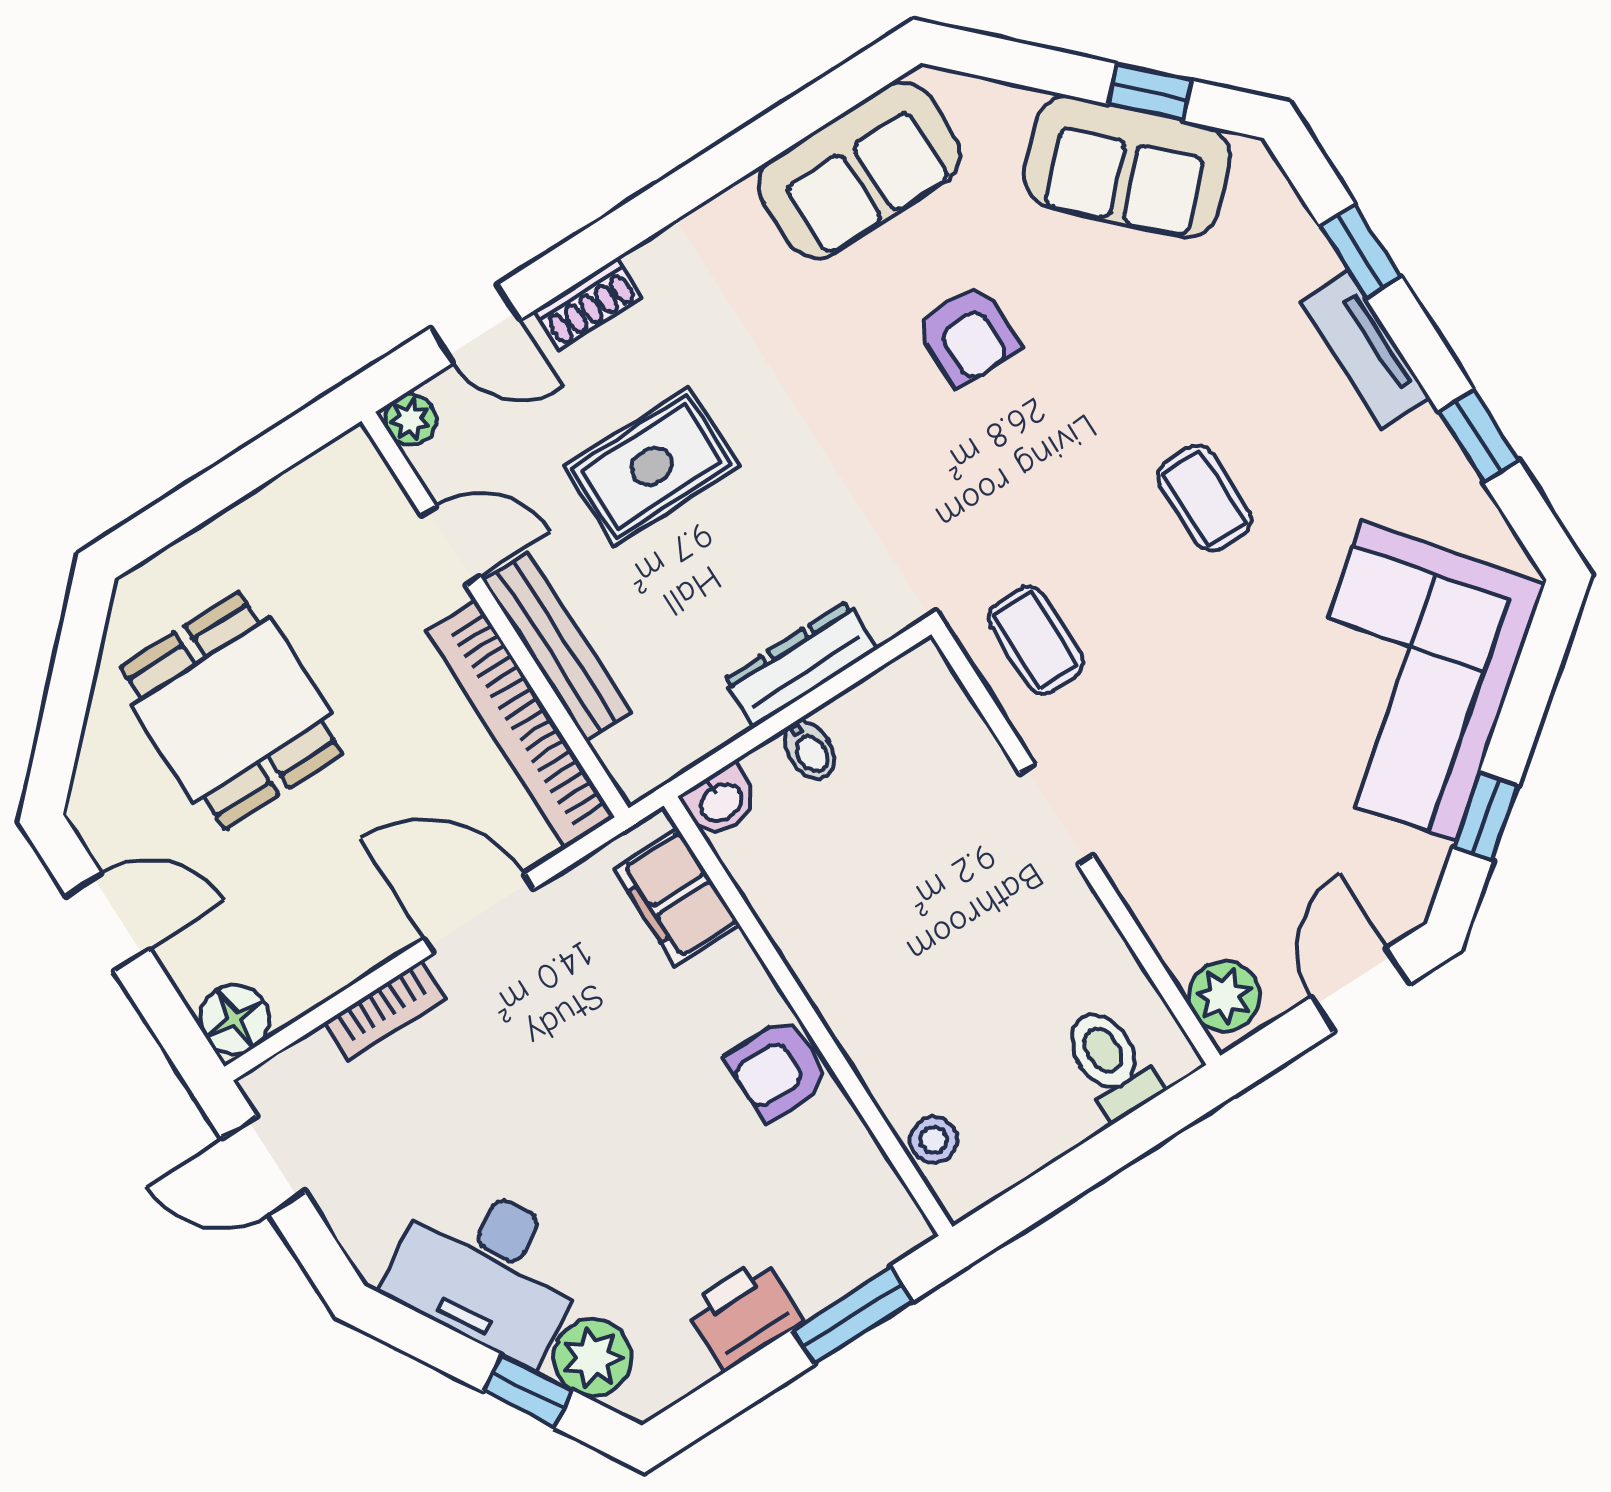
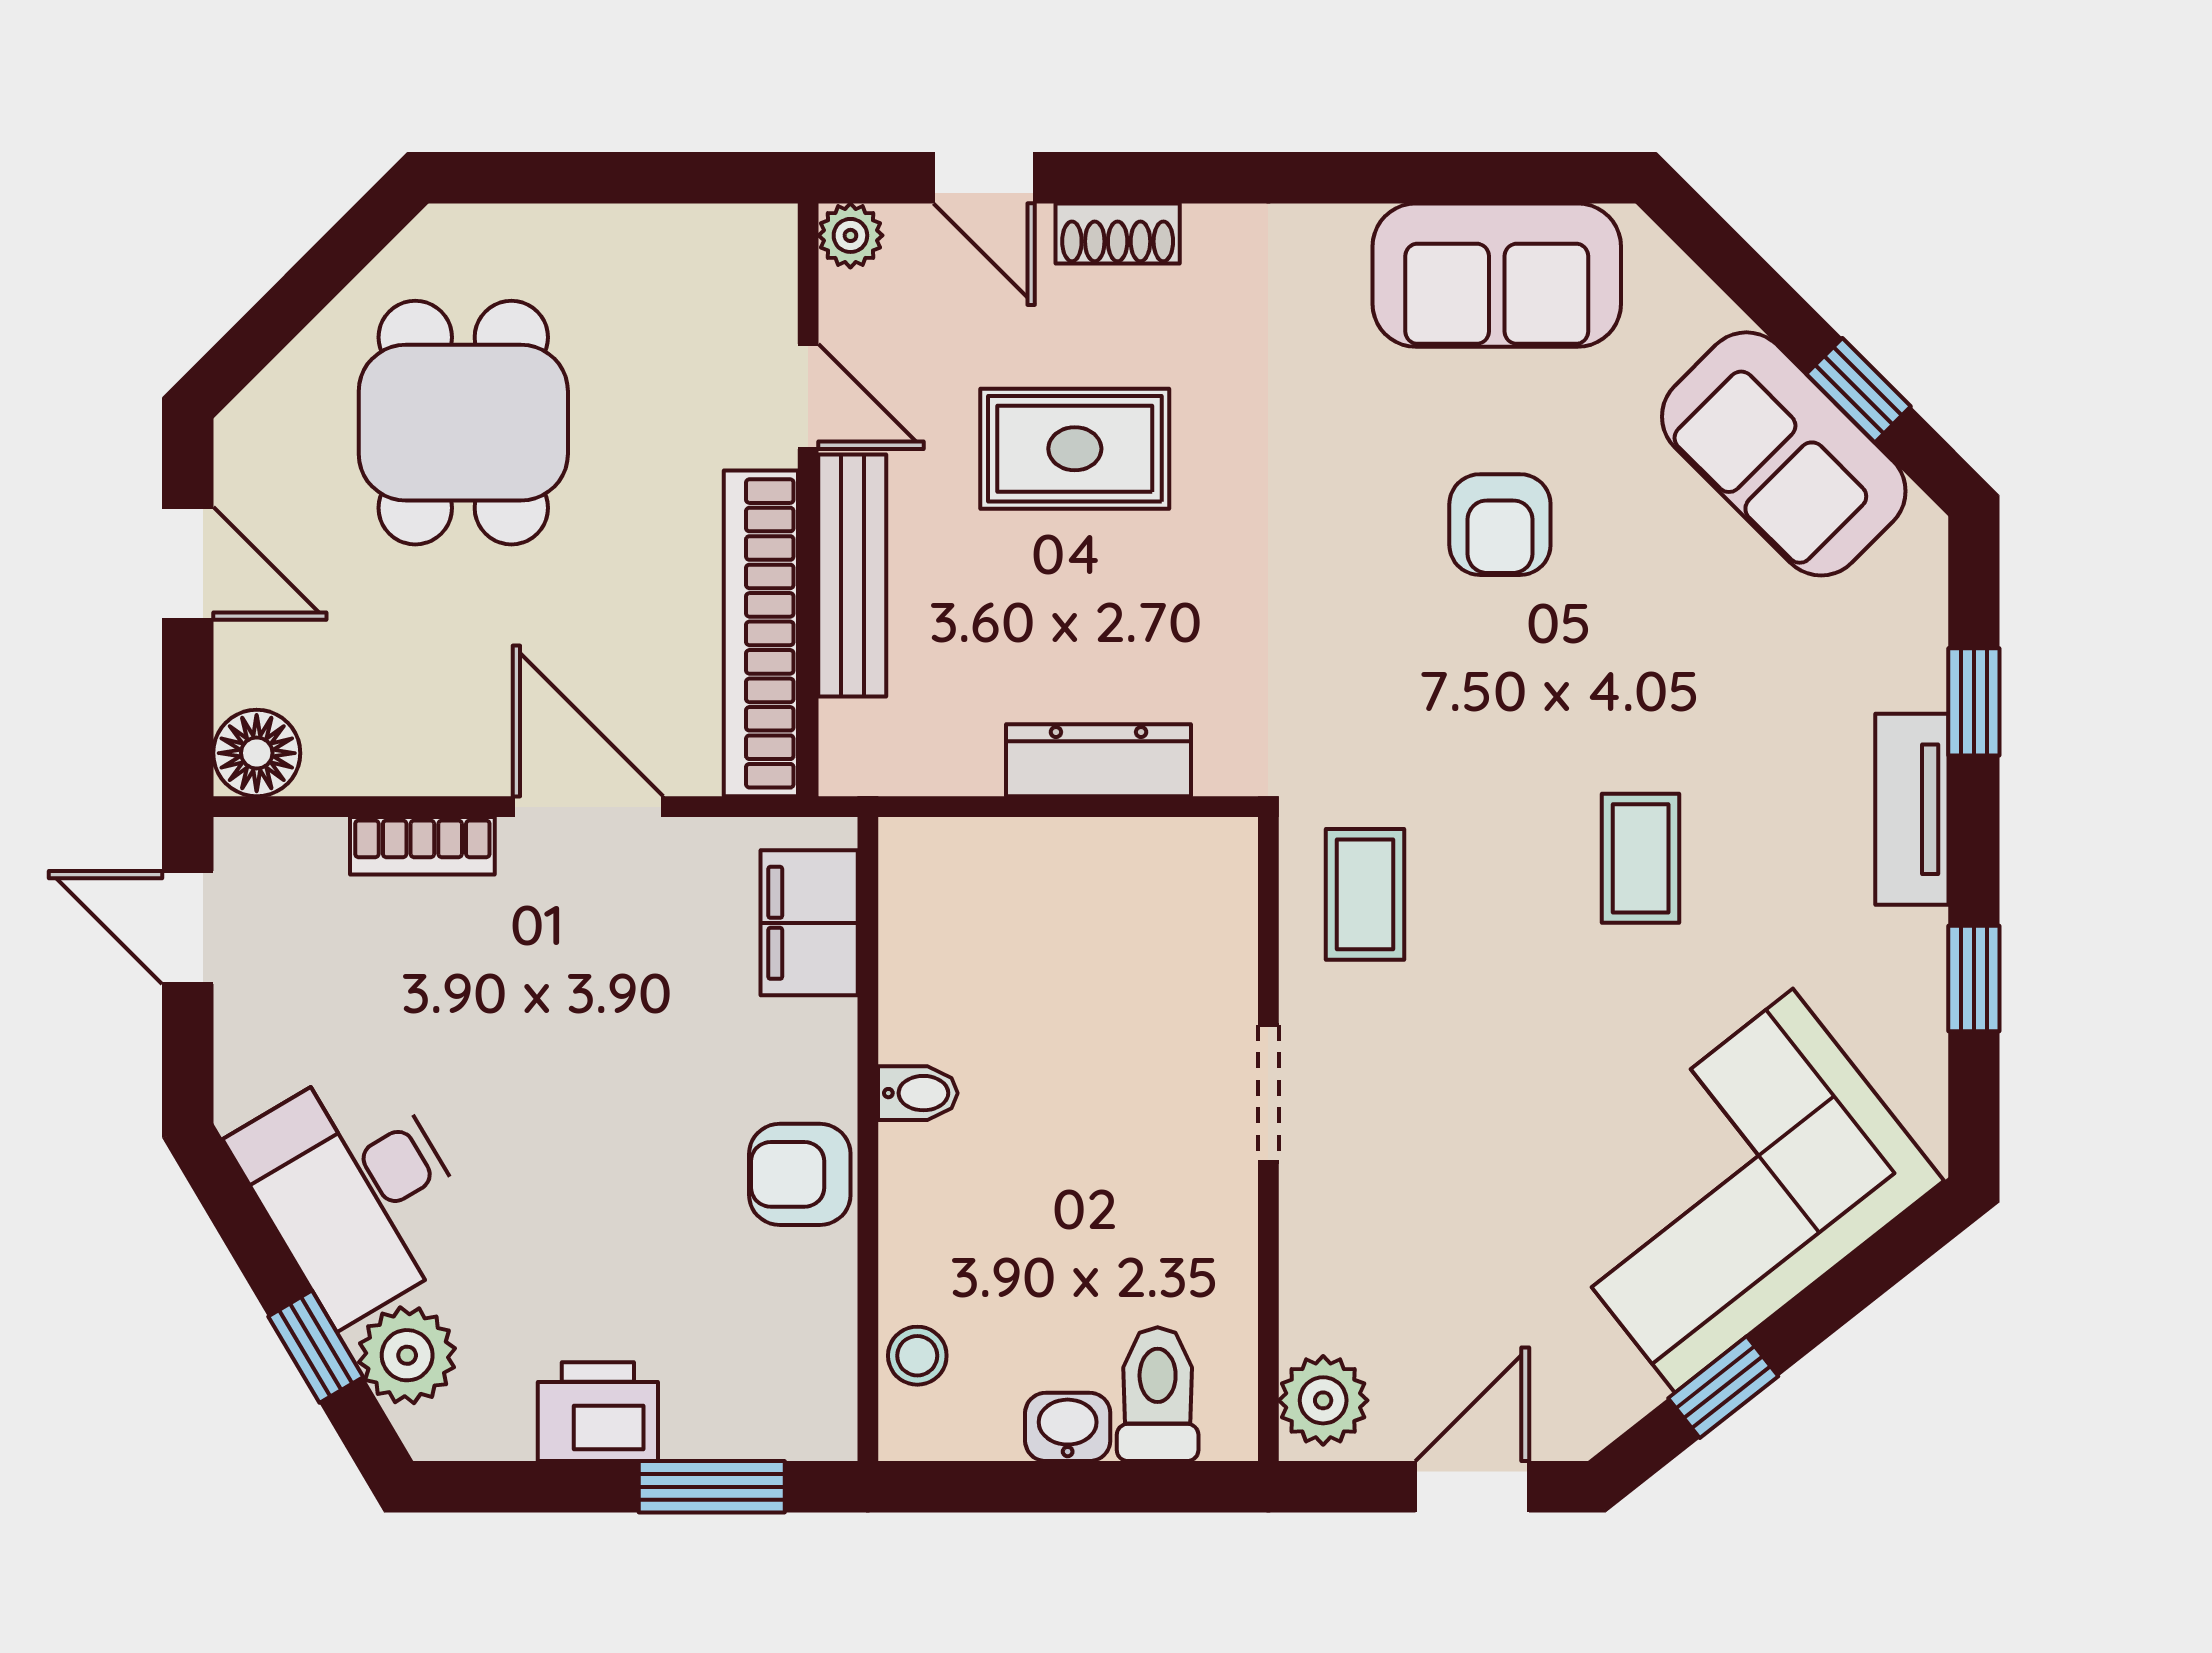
bidet: (809, 750) -> (918, 1093), moved, turned -90
washbasin: (720, 801) -> (1068, 1427), moved, turned 180

